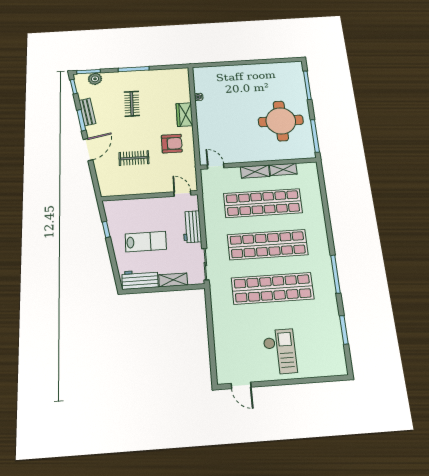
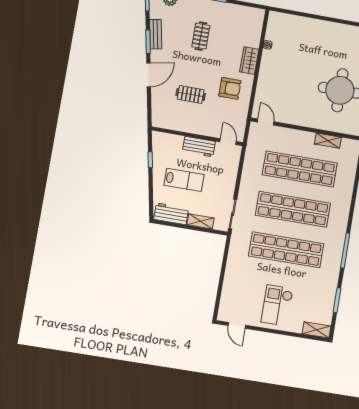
shelving: (255, 172) -> (317, 330), moved
workbench: (192, 227) -> (199, 147), moved, turned -90
checkout: (280, 351) -> (277, 305), turned 180

